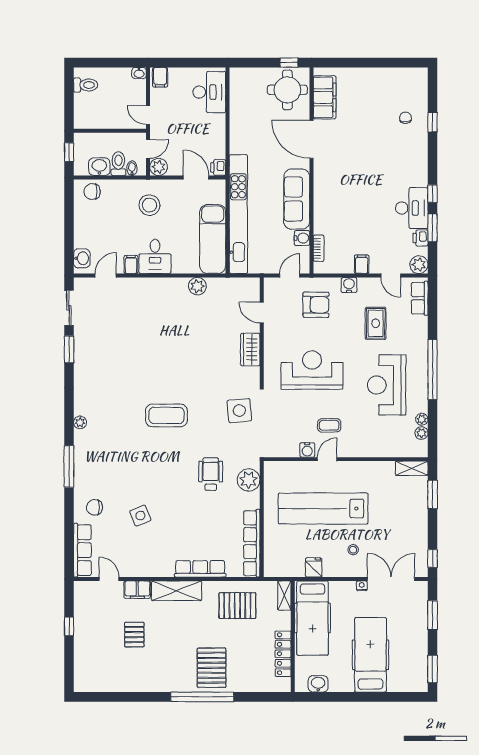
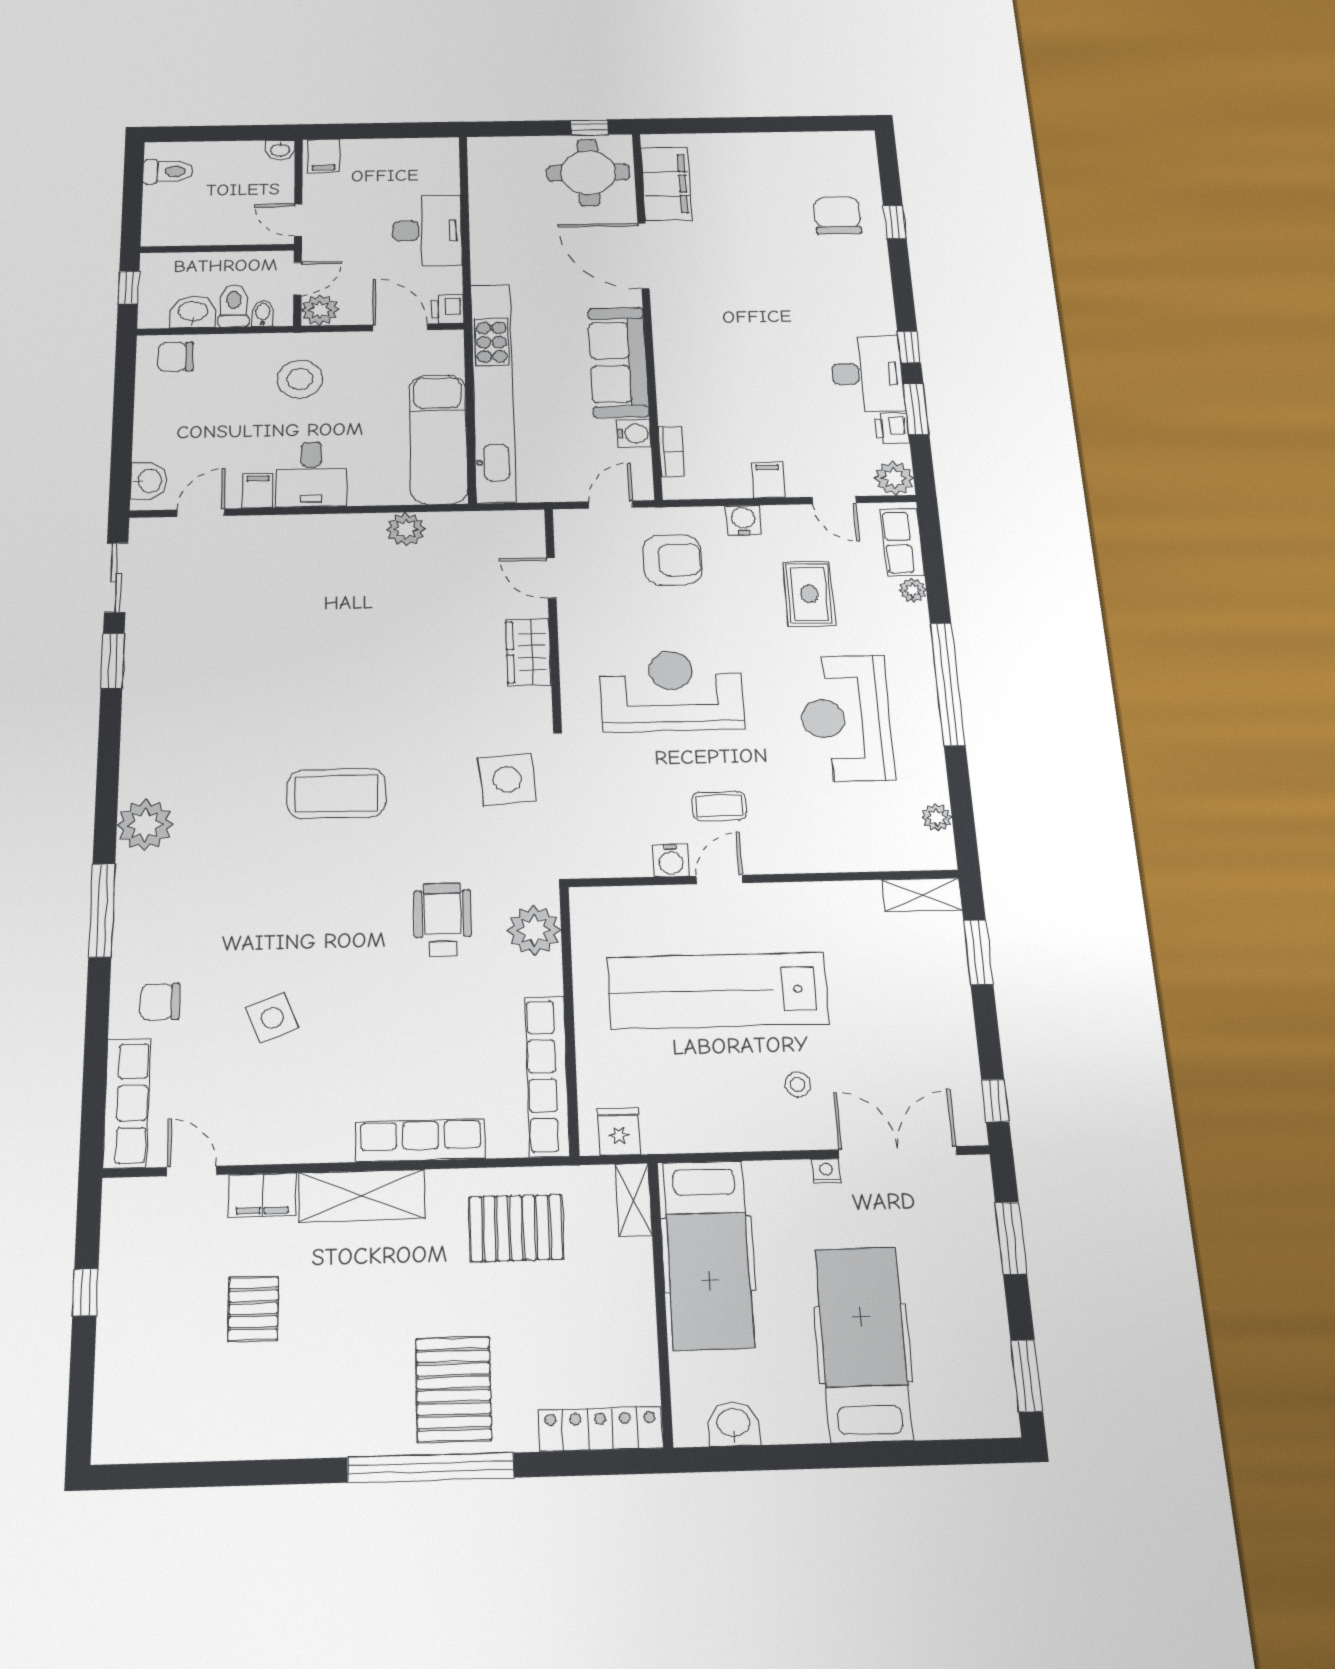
desk: (209, 92) -> (427, 231), moved
chair: (405, 118) -> (837, 216), width x1.87, depth x1.87
plant: (422, 419) -> (913, 590), moved
plant: (80, 422) -> (145, 825), width x1.88, depth x1.88
fridge: (314, 567) -> (619, 1132), moved
locker: (283, 654) -> (600, 1429), moved, turned 90

